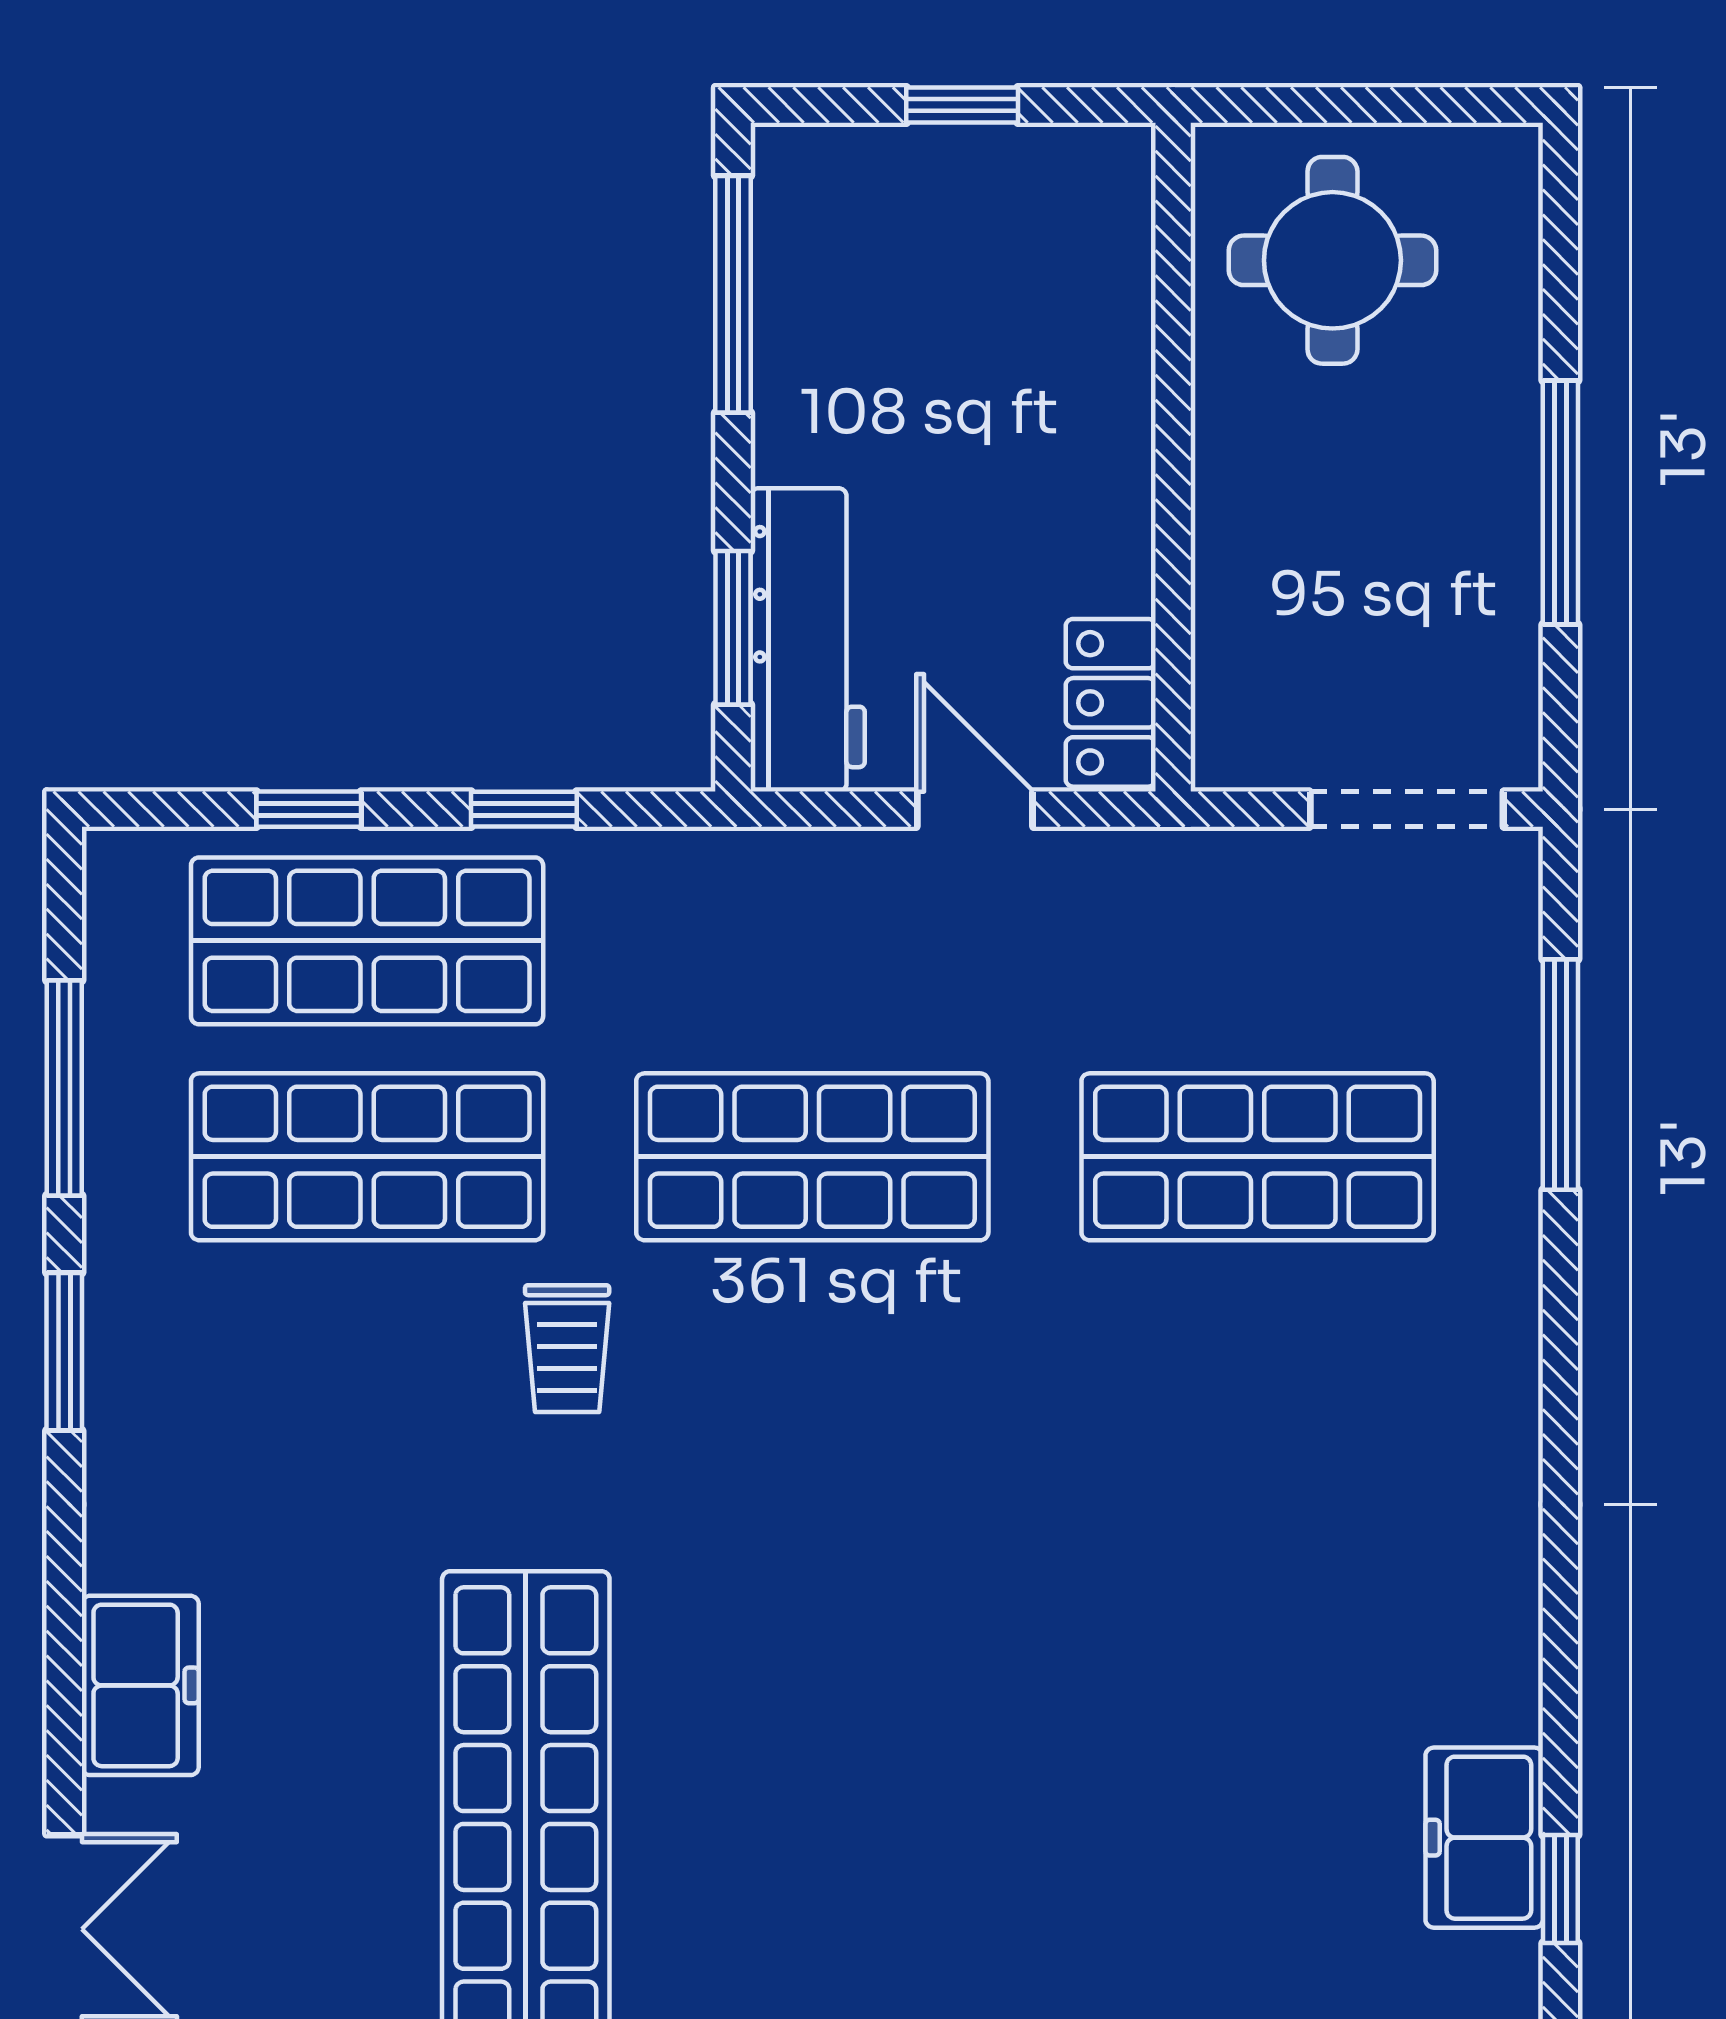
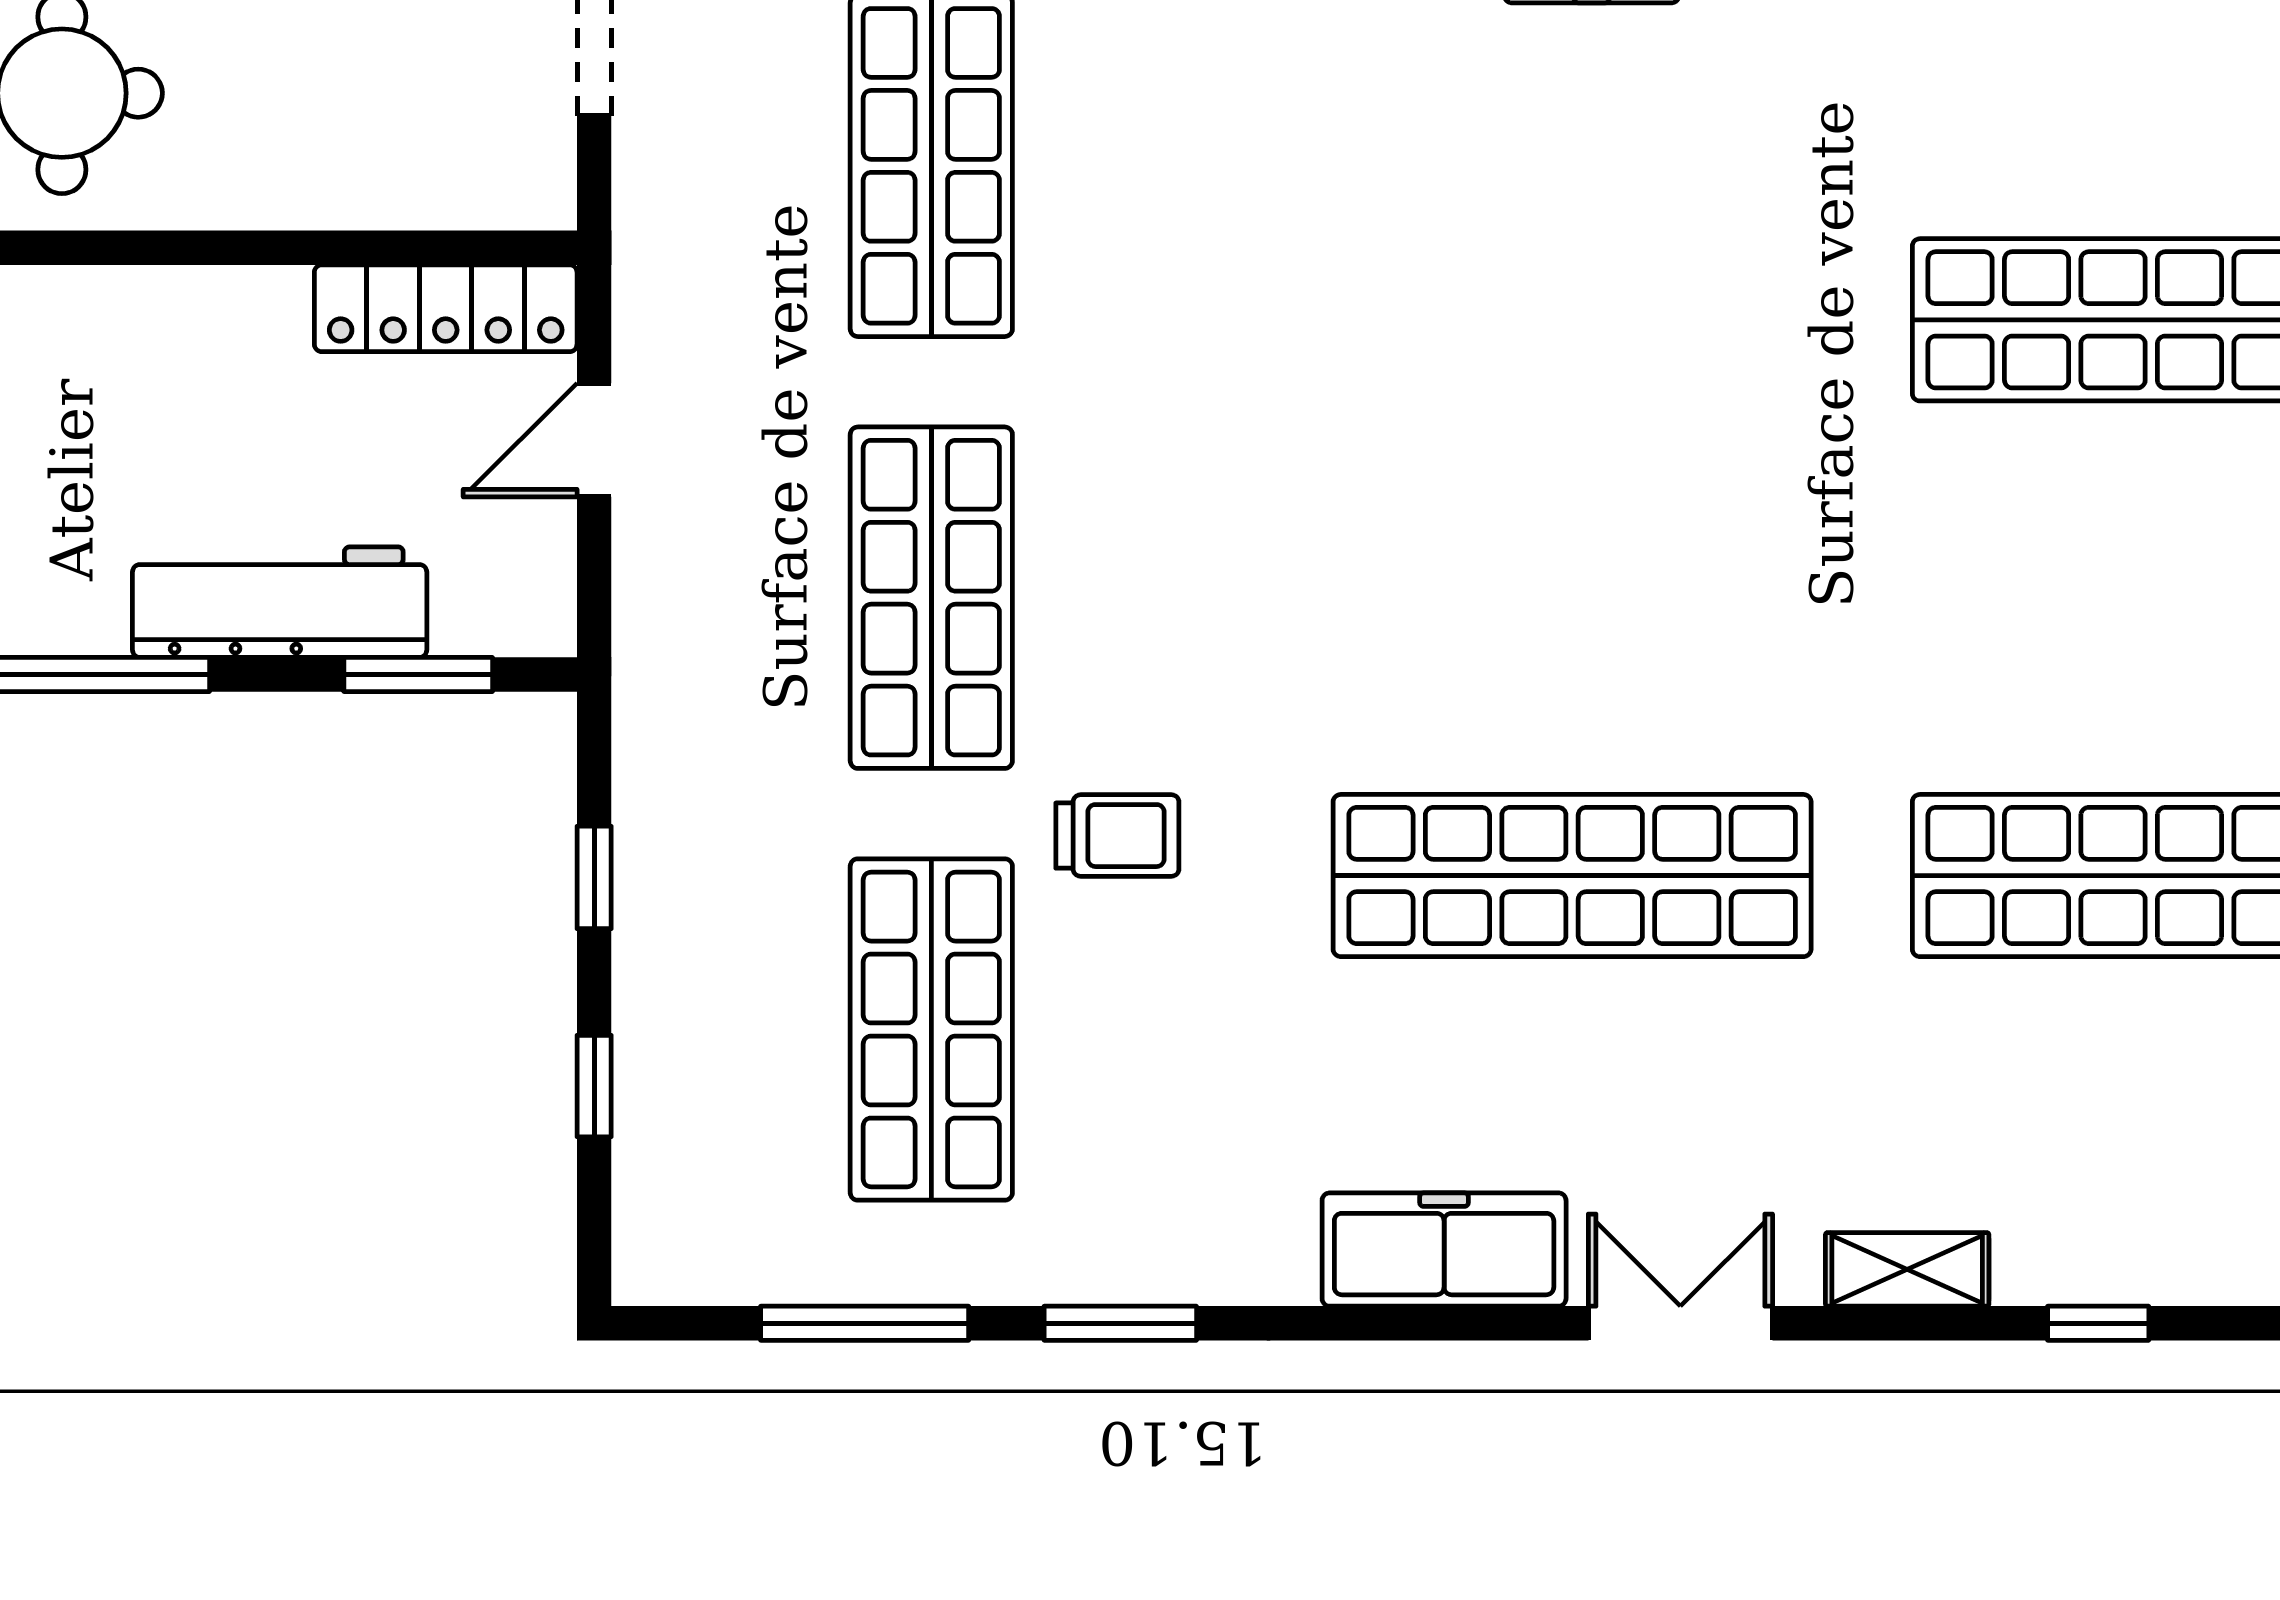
workbench: (808, 640) -> (280, 602), moved
locker: (1111, 703) -> (446, 308), width x1.53
shop shelf: (367, 941) -> (722, 1030), removed
freezer: (140, 1685) -> (1444, 1250), width x1.40

